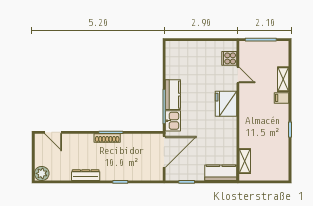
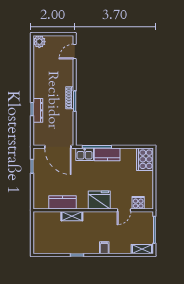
cooker: (179, 51) -> (145, 159), added
shelving: (283, 79) -> (142, 249), moved
shelving: (245, 161) -> (72, 216), moved
kitchen counter: (221, 173) -> (62, 202), moved, turned -90
dresser: (86, 175) -> (38, 110), moved

